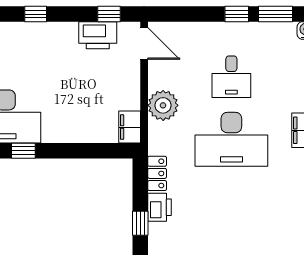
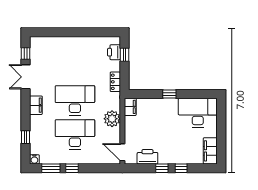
window: (109, 14) -> (162, 168), moved
desk: (231, 77) -> (75, 134), width x1.87, depth x1.30
window: (23, 151) -> (169, 94), moved
printer: (160, 207) -> (114, 52), moved

